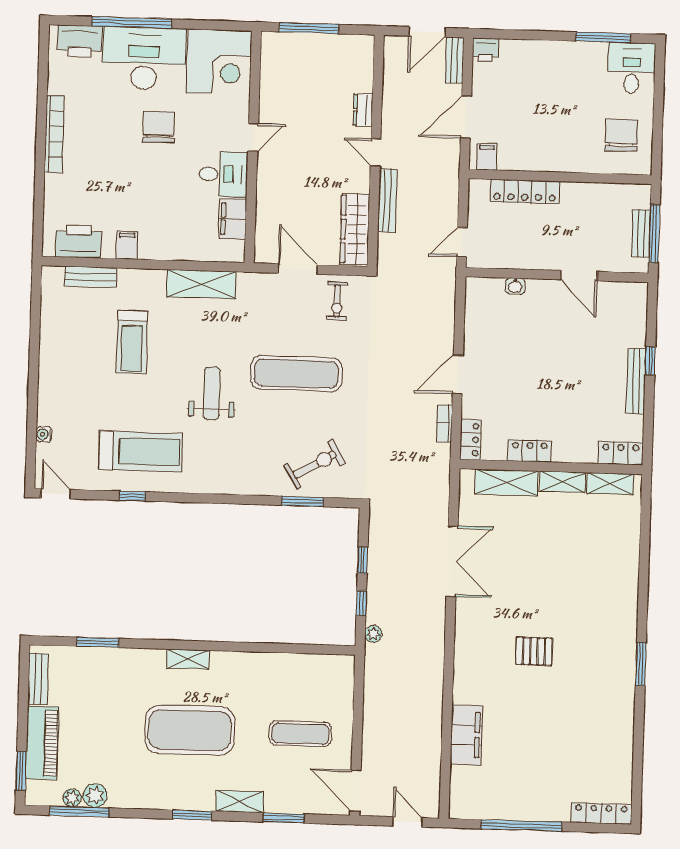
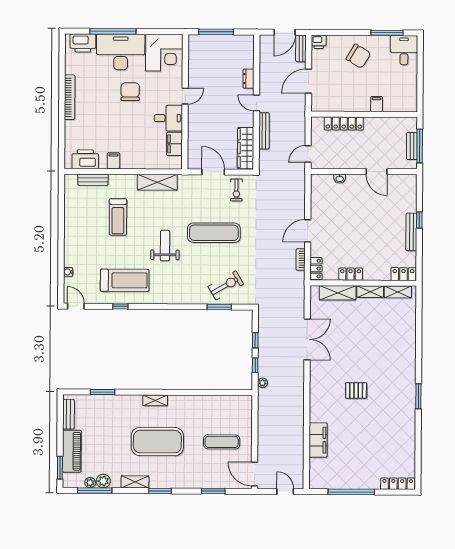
chair: (621, 135) -> (358, 56), moved, turned 121
filing cabinet: (487, 157) -> (377, 104), moved
shelving: (240, 801) -> (135, 482), moved

